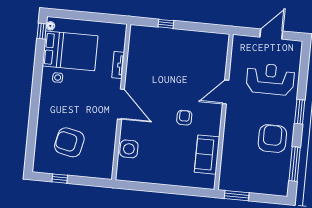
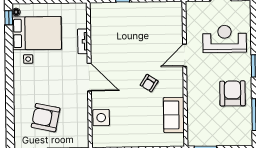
armchair: (184, 118) -> (149, 83), turned -147

